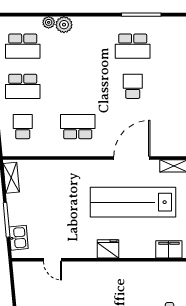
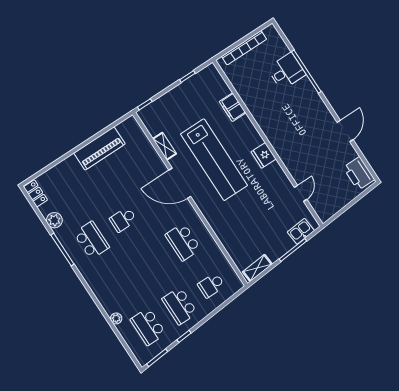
plant: (64, 25) -> (54, 220), moved
school desk: (23, 46) -> (148, 327), turned 180
school desk: (23, 86) -> (180, 306), turned 180

